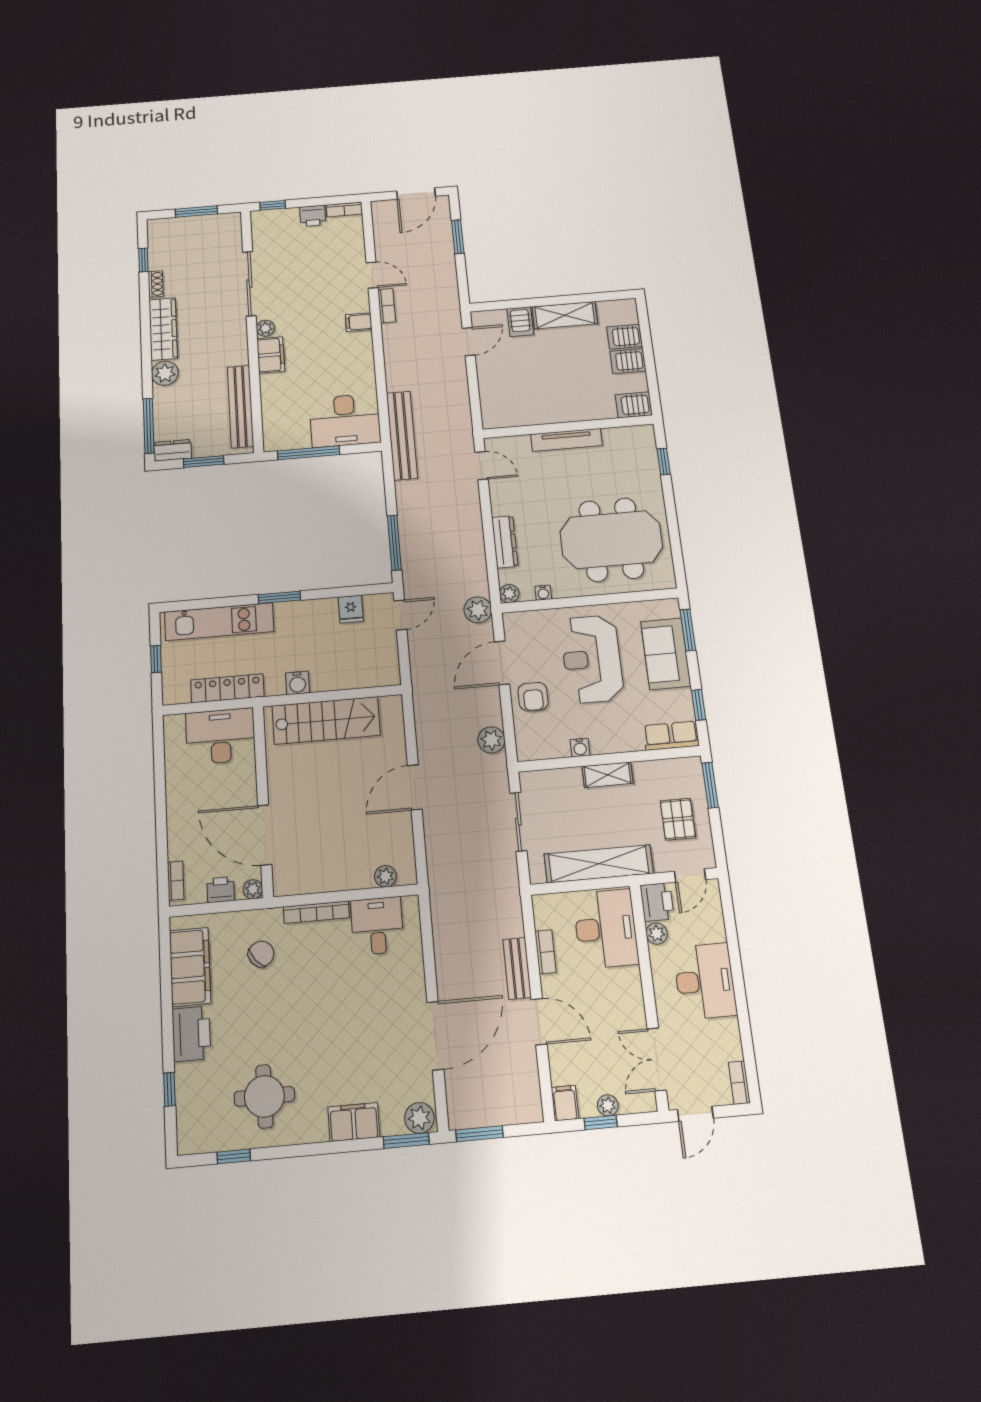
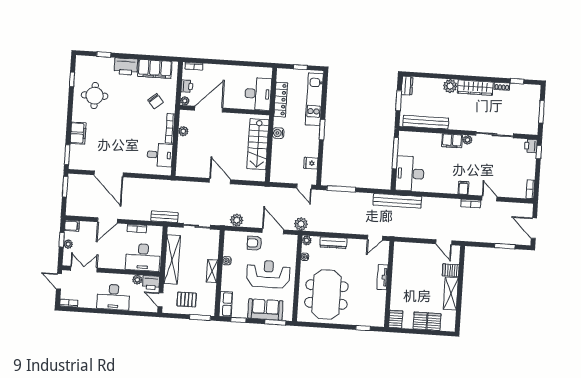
printer: (313, 216) -> (531, 146), moved
door: (372, 275) -> (489, 198), swing flipped
window: (149, 426) -> (422, 75), removed
tv unit: (566, 440) -> (382, 277), width x0.71
plant: (385, 876) -> (183, 131), moved
bench: (517, 968) -> (165, 217), moved
plant: (419, 1118) -> (75, 162), removed

